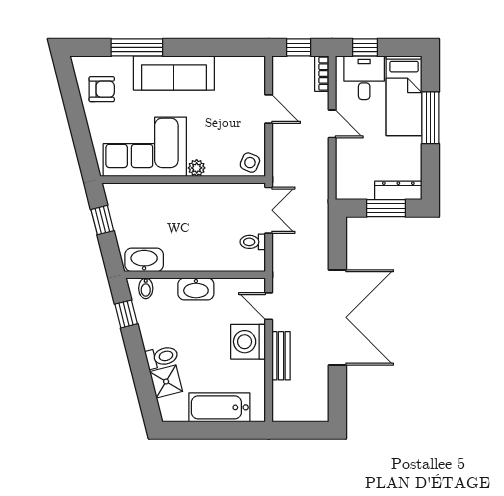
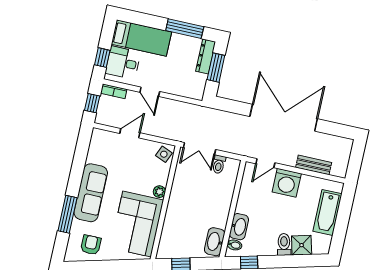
window: (430, 118) -> (185, 29), moved
door: (332, 124) -> (150, 92), swing flipped
double door: (269, 210) -> (199, 149), swing flipped
washbasin: (196, 289) -> (239, 227), moved
bench: (281, 356) -> (314, 165), moved

